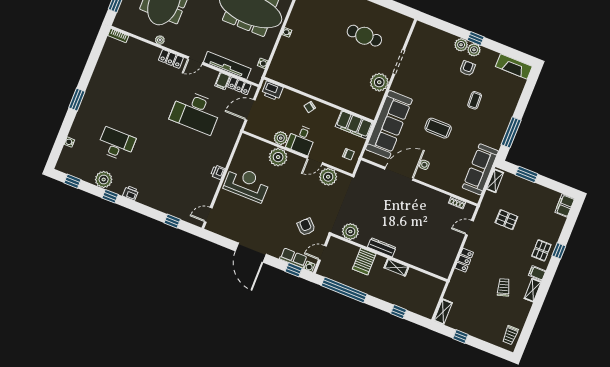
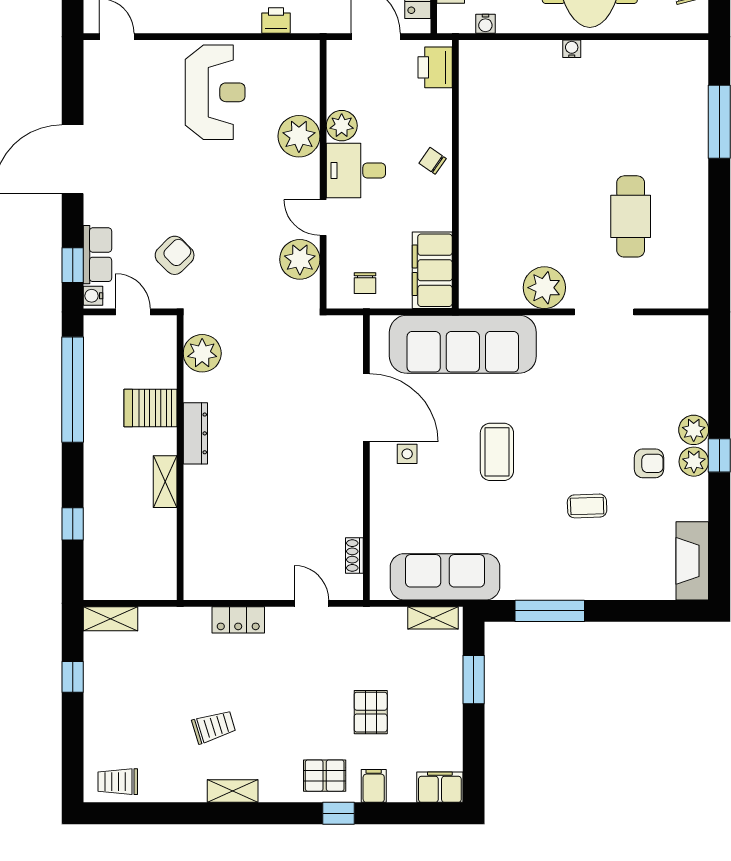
printer: (218, 172) -> (276, 21), moved
pallet: (506, 220) -> (371, 712), moved
filing cabinet: (537, 273) -> (374, 786), moved

